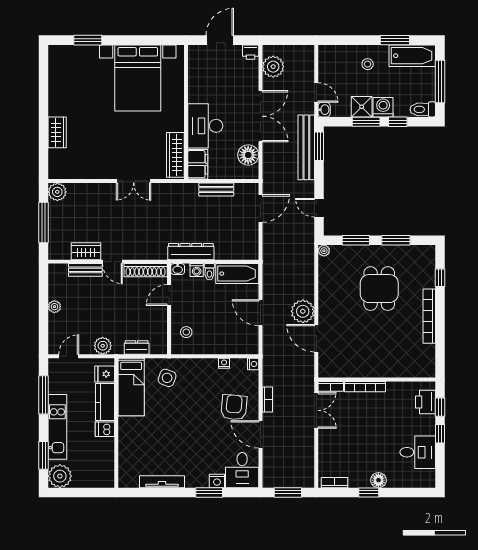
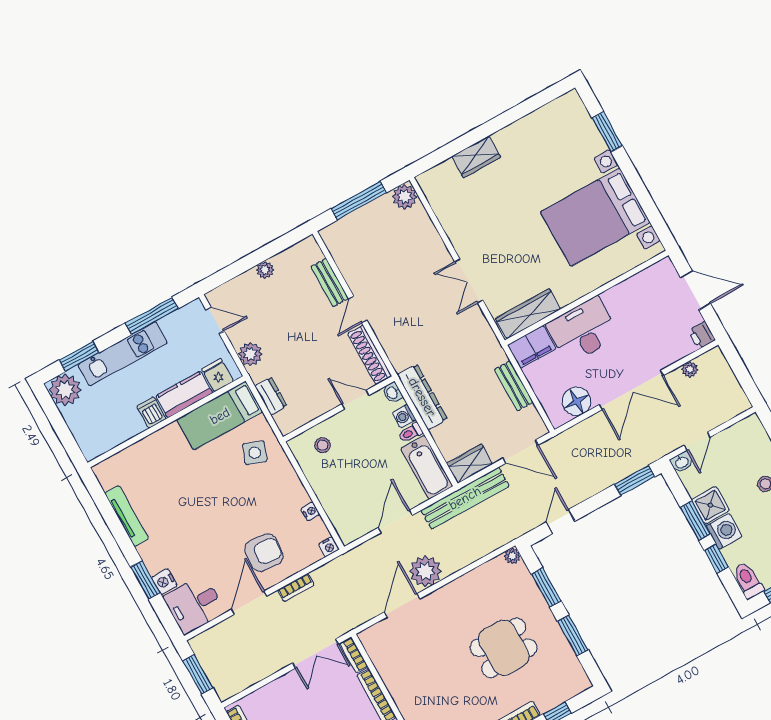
plant: (273, 67) -> (690, 369), width x0.53, depth x0.53
bench: (306, 147) -> (465, 498), moved
wardrobe: (86, 251) -> (470, 464), moved, turned -90

